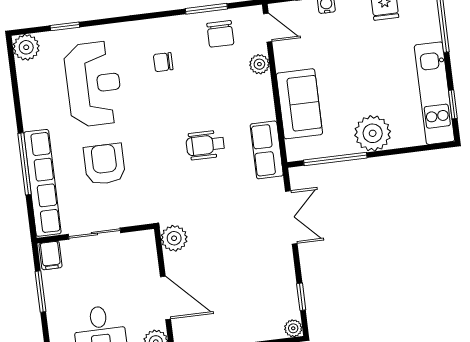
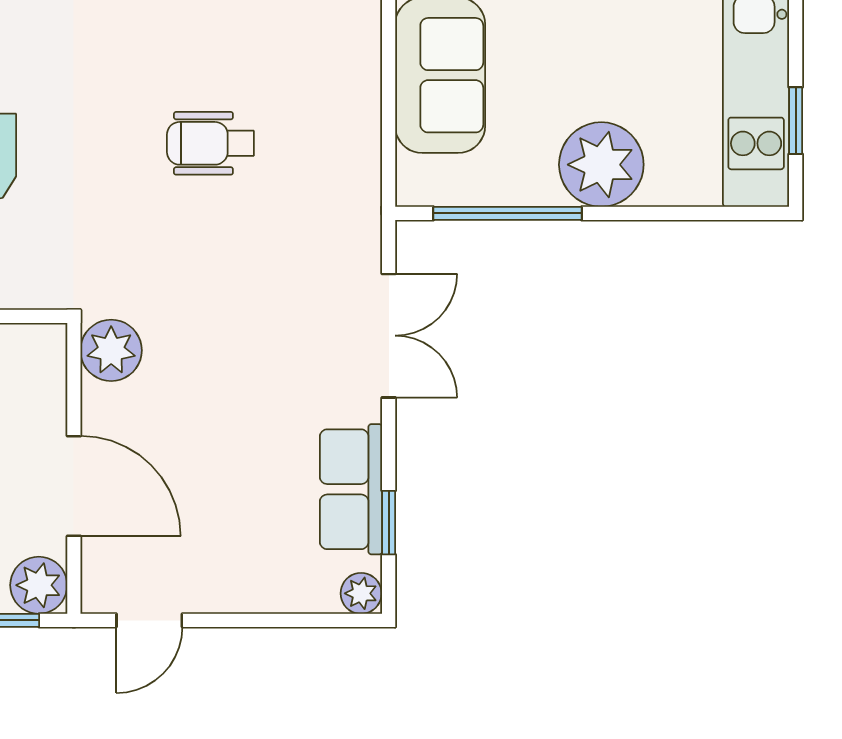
row of seats: (267, 150) -> (351, 489), moved

